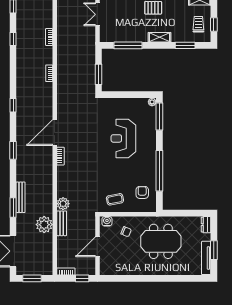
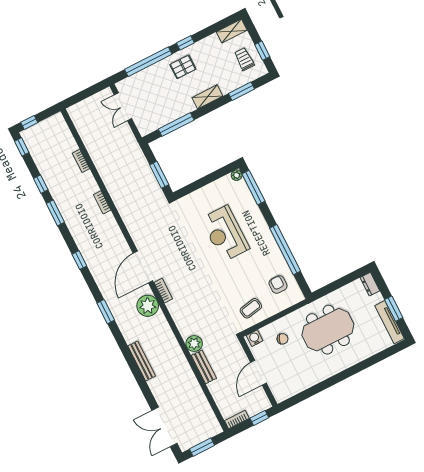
window: (13, 208) -> (55, 213), moved
plant: (44, 225) -> (148, 306), moved

